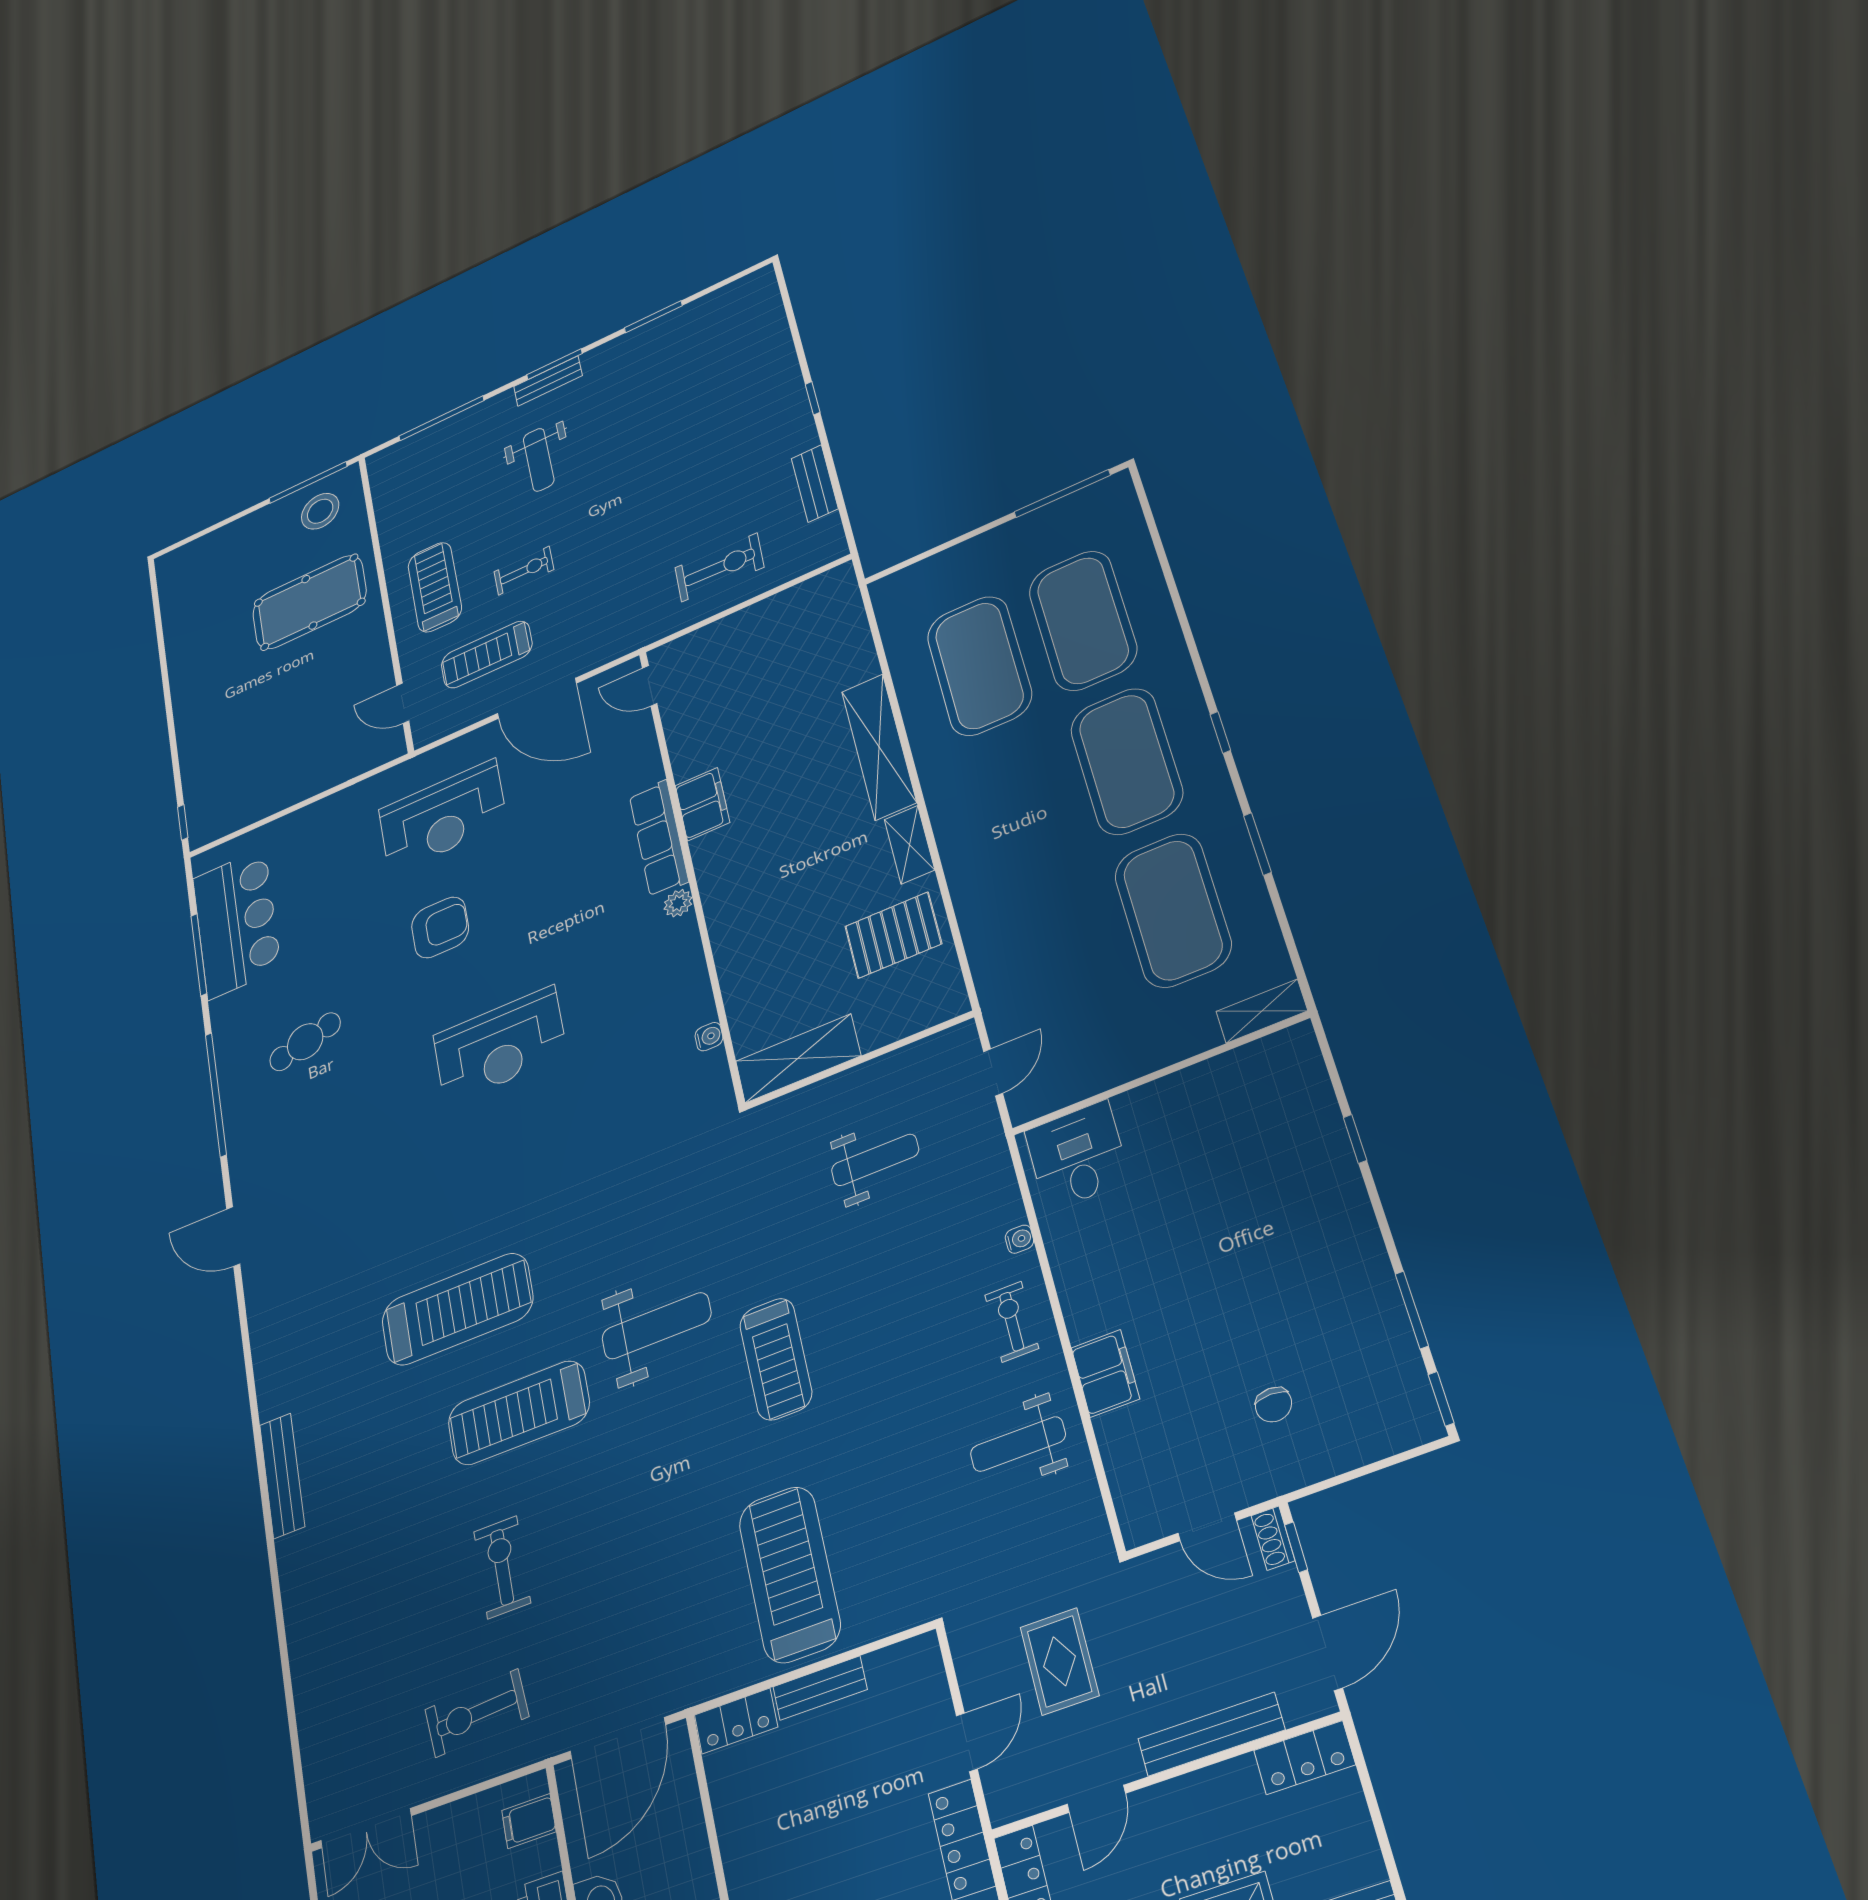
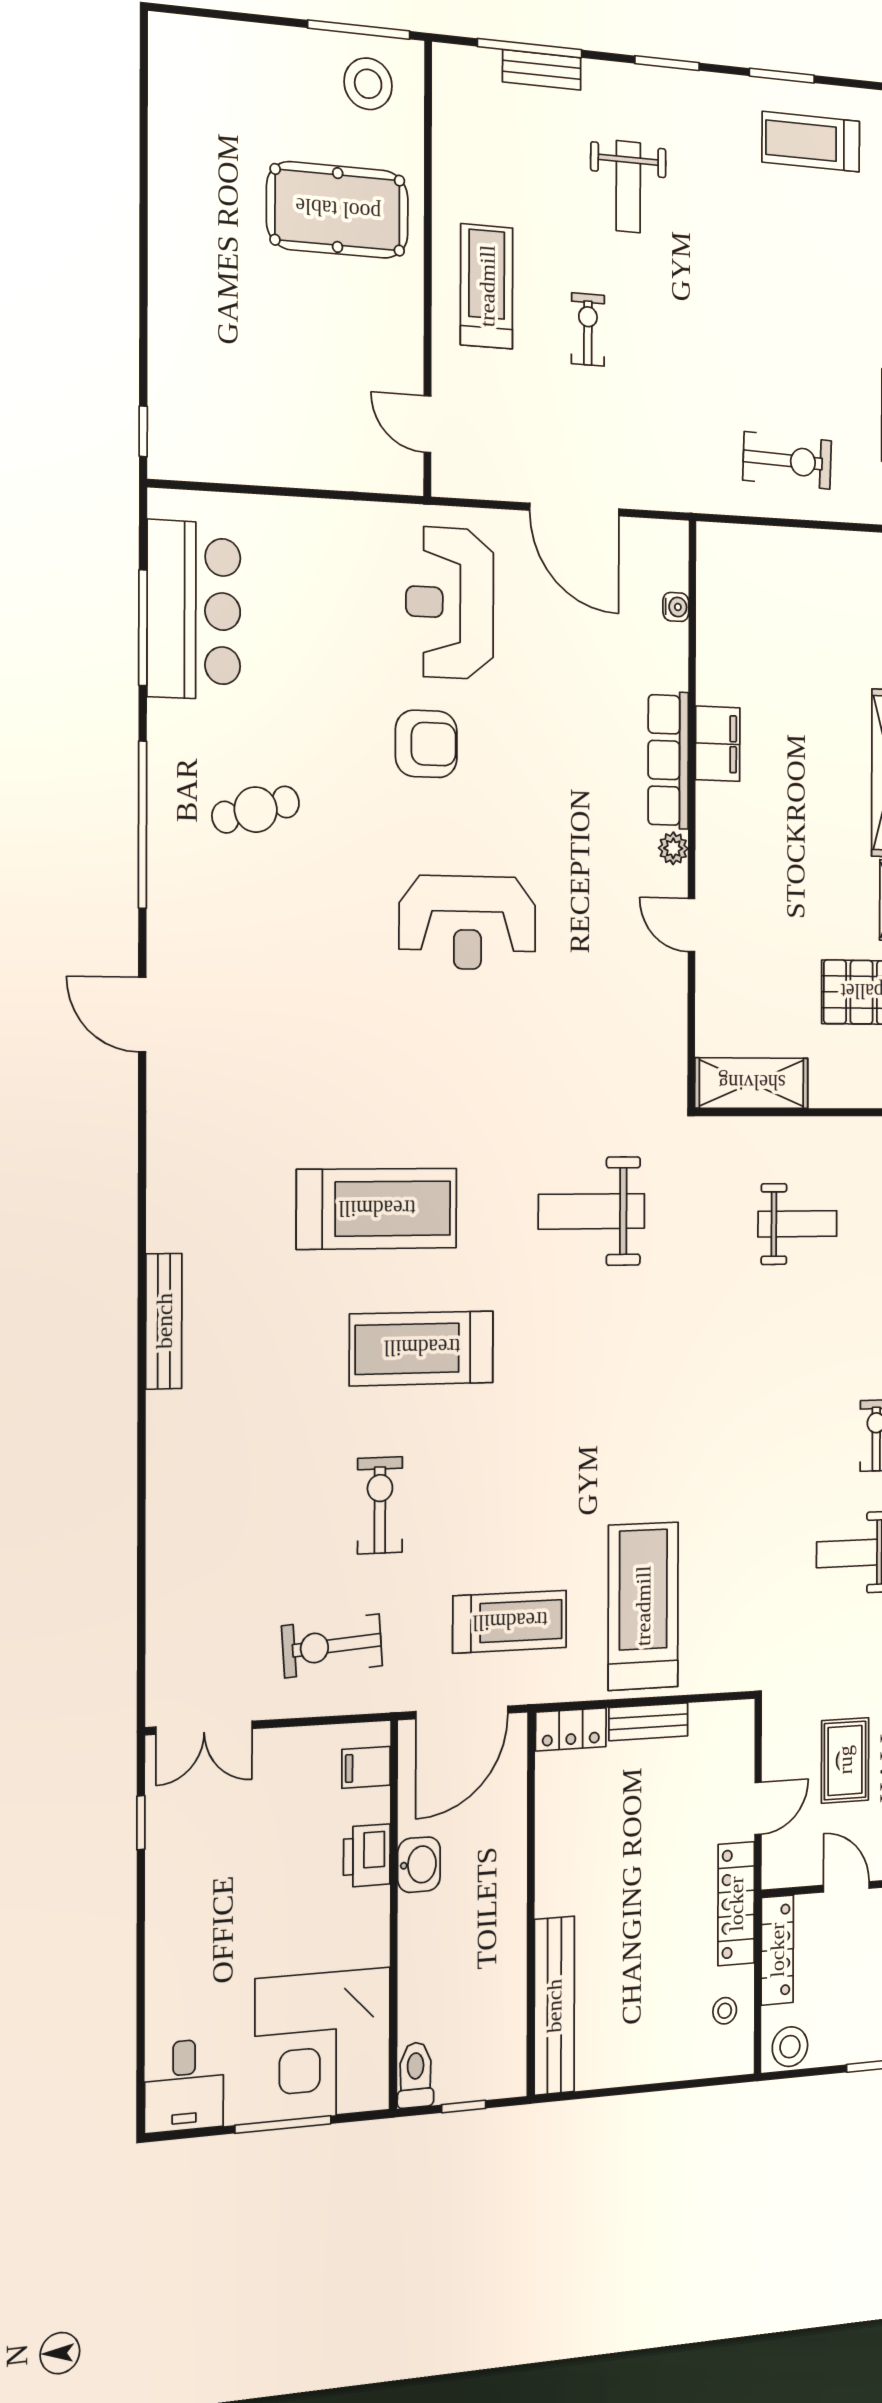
bench: (548, 381) -> (542, 70), moved
exercise bike: (524, 571) -> (588, 329), turned -90
treadmill: (487, 655) -> (811, 142), moved
door: (650, 686) -> (692, 925), moved
reception desk: (443, 817) -> (450, 603), turned 90
water cooler: (709, 1037) -> (676, 607), moved
weight bench: (656, 1326) -> (592, 1211), moved, turned 180
treadmill: (776, 1359) -> (510, 1622), moved, turned -90
door: (1096, 1799) -> (846, 1887), swing flipped

